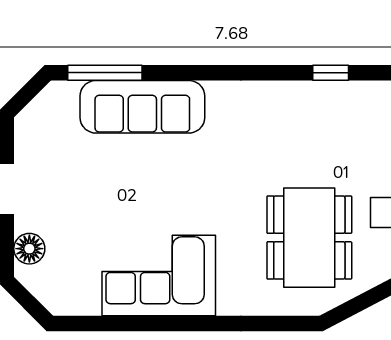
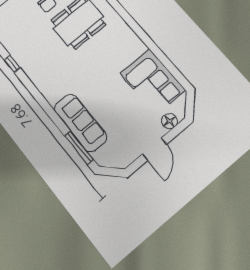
corner sofa: (159, 276) -> (153, 82), moved

